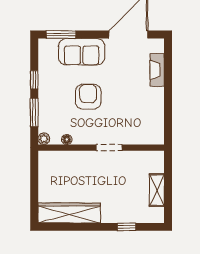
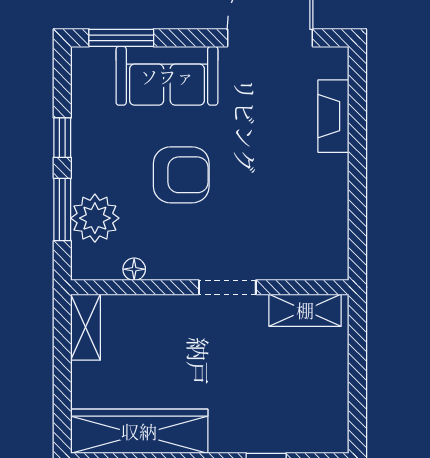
armchair: (88, 97) -> (181, 175), turned 90
plant: (44, 139) -> (95, 218), moved, width x1.87, depth x1.87
shelving: (45, 166) -> (86, 327), added
shelving: (157, 190) -> (305, 310), moved, turned 90

